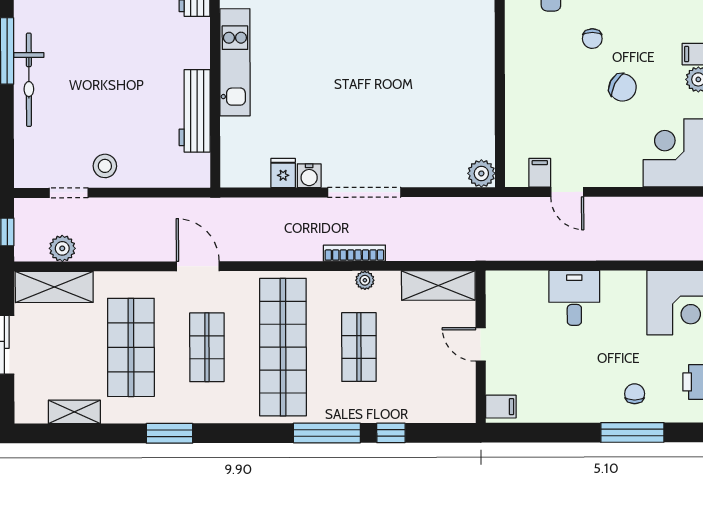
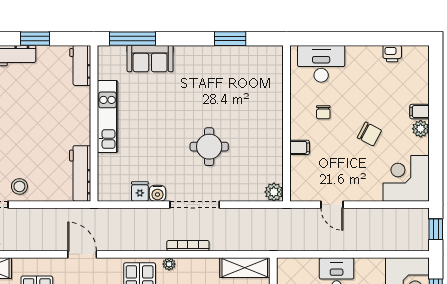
chair: (592, 39) -> (323, 112), moved
round table: (385, 107) -> (209, 147), added
workbench: (195, 111) -> (80, 173), moved
filing cabinet: (540, 173) -> (300, 147), moved, turned 90
plant: (365, 280) -> (169, 264), moved

